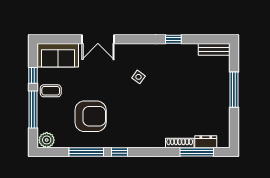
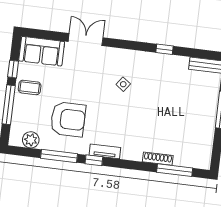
double door: (98, 39) -> (86, 40), swing flipped
plant: (47, 140) -> (31, 140), moved
tv unit: (129, 142) -> (105, 151), added
dresser: (206, 142) -> (185, 161), removed

